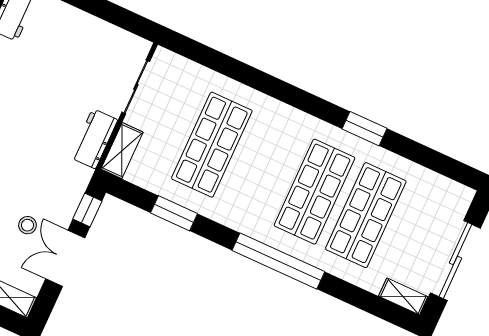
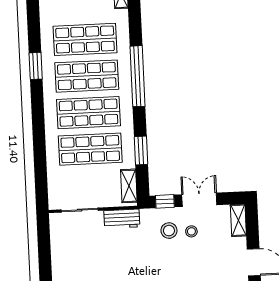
shelving: (122, 151) -> (129, 186), moved, turned 90
shop shelf: (263, 168) -> (88, 113), added
stool: (45, 195) -> (169, 231), added
double door: (65, 258) -> (199, 200), swing flipped

